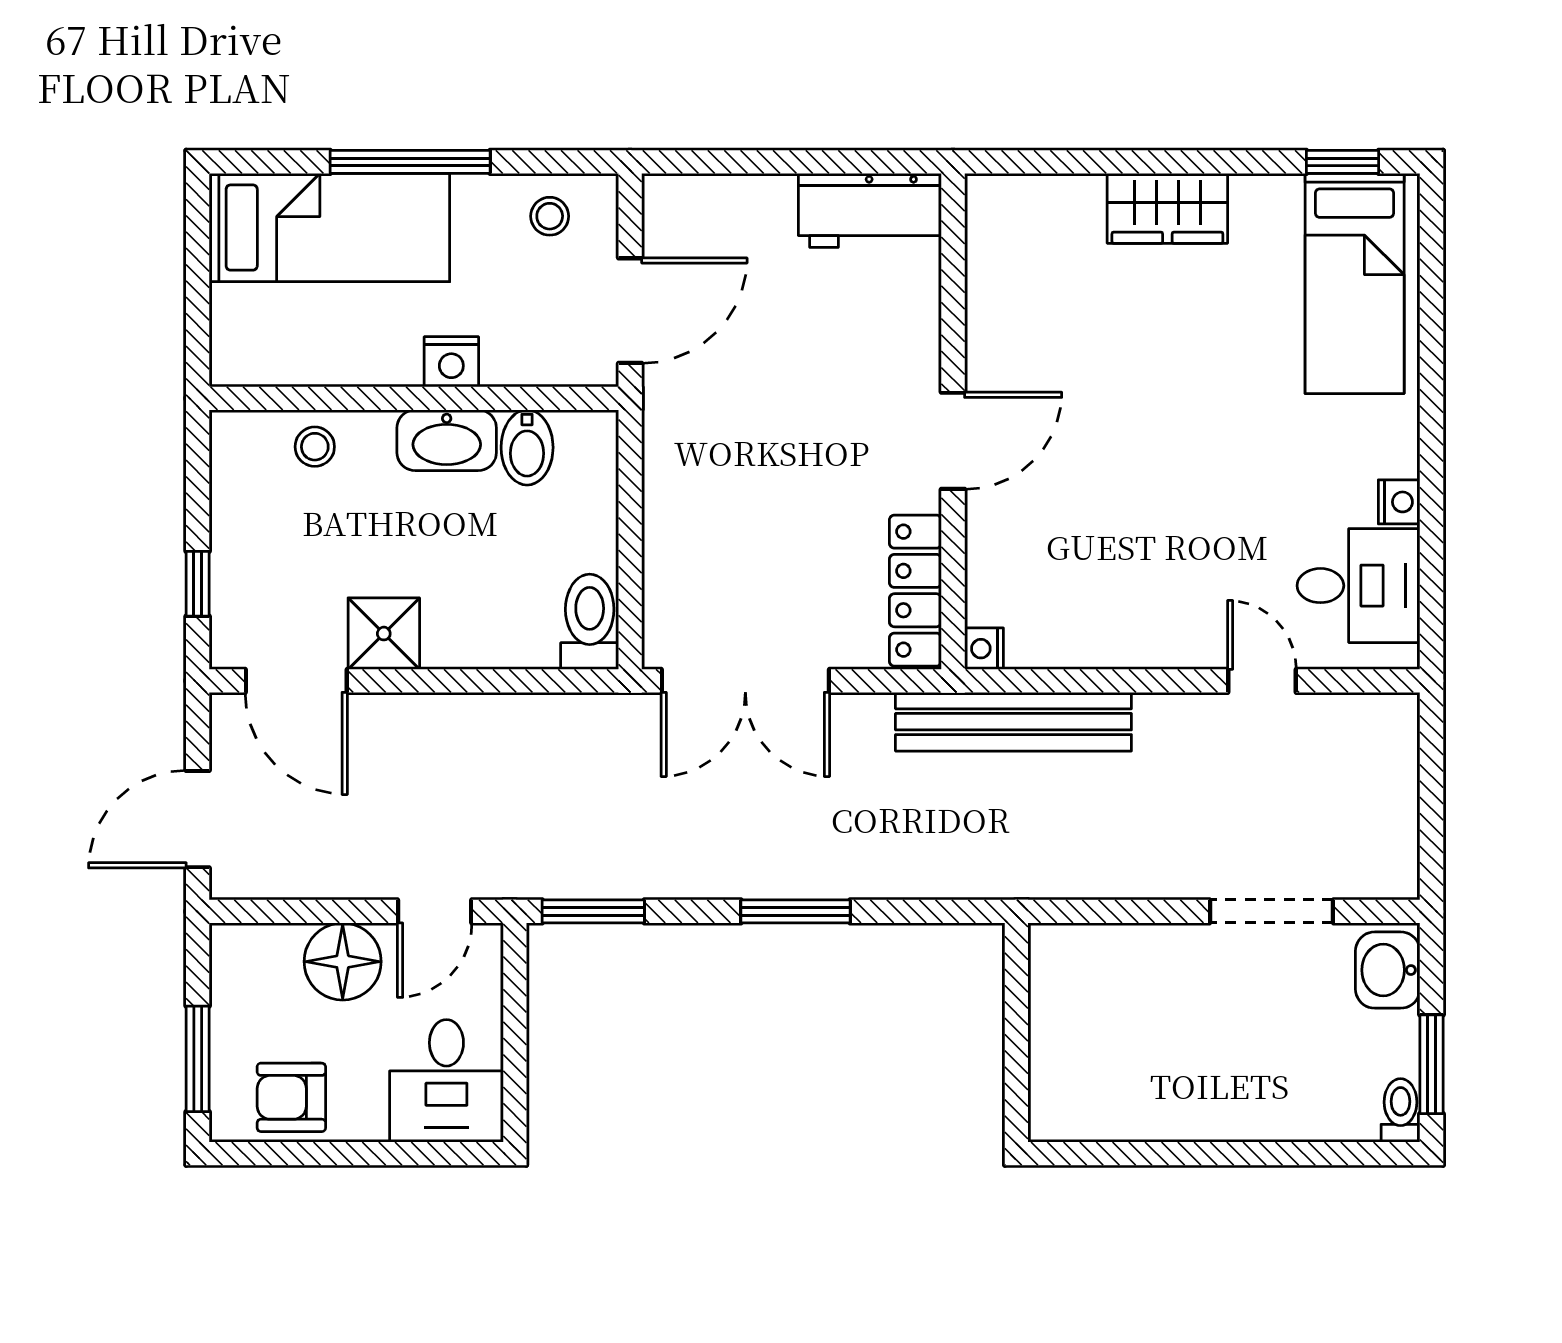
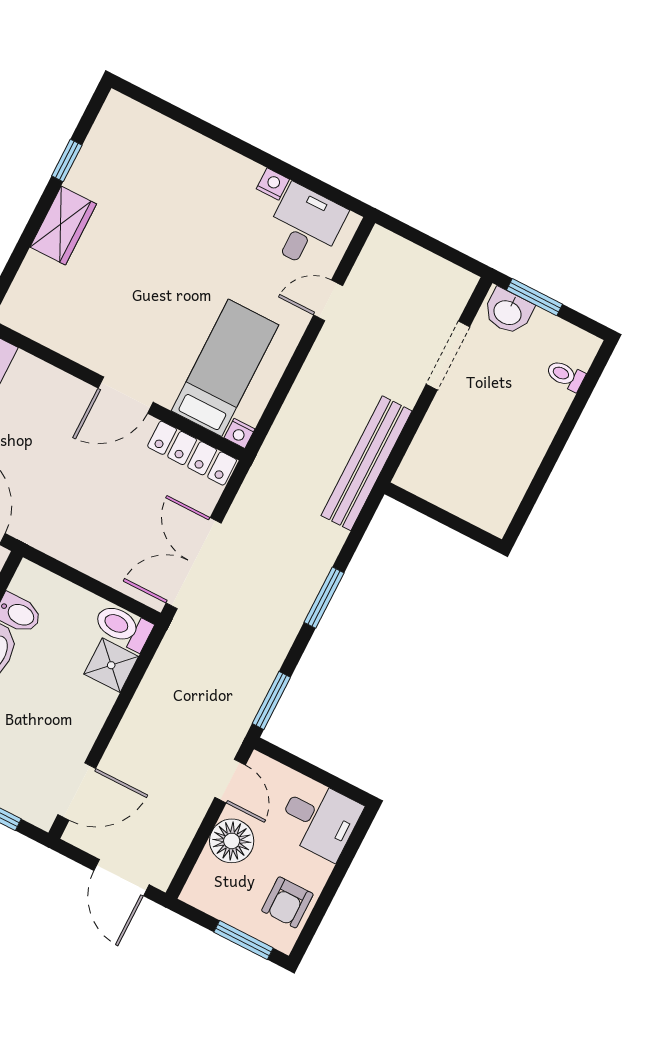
window: (1343, 162) -> (67, 160), moved
bed: (1355, 283) -> (225, 368), moved, turned -90
door: (953, 441) -> (126, 395), swing flipped
shower: (384, 634) -> (111, 665), moved
double door: (745, 681) -> (194, 563), swing flipped
bench: (1013, 722) -> (367, 463), moved
window: (1432, 1064) -> (534, 297), moved
toilet: (1401, 1110) -> (565, 375), moved

